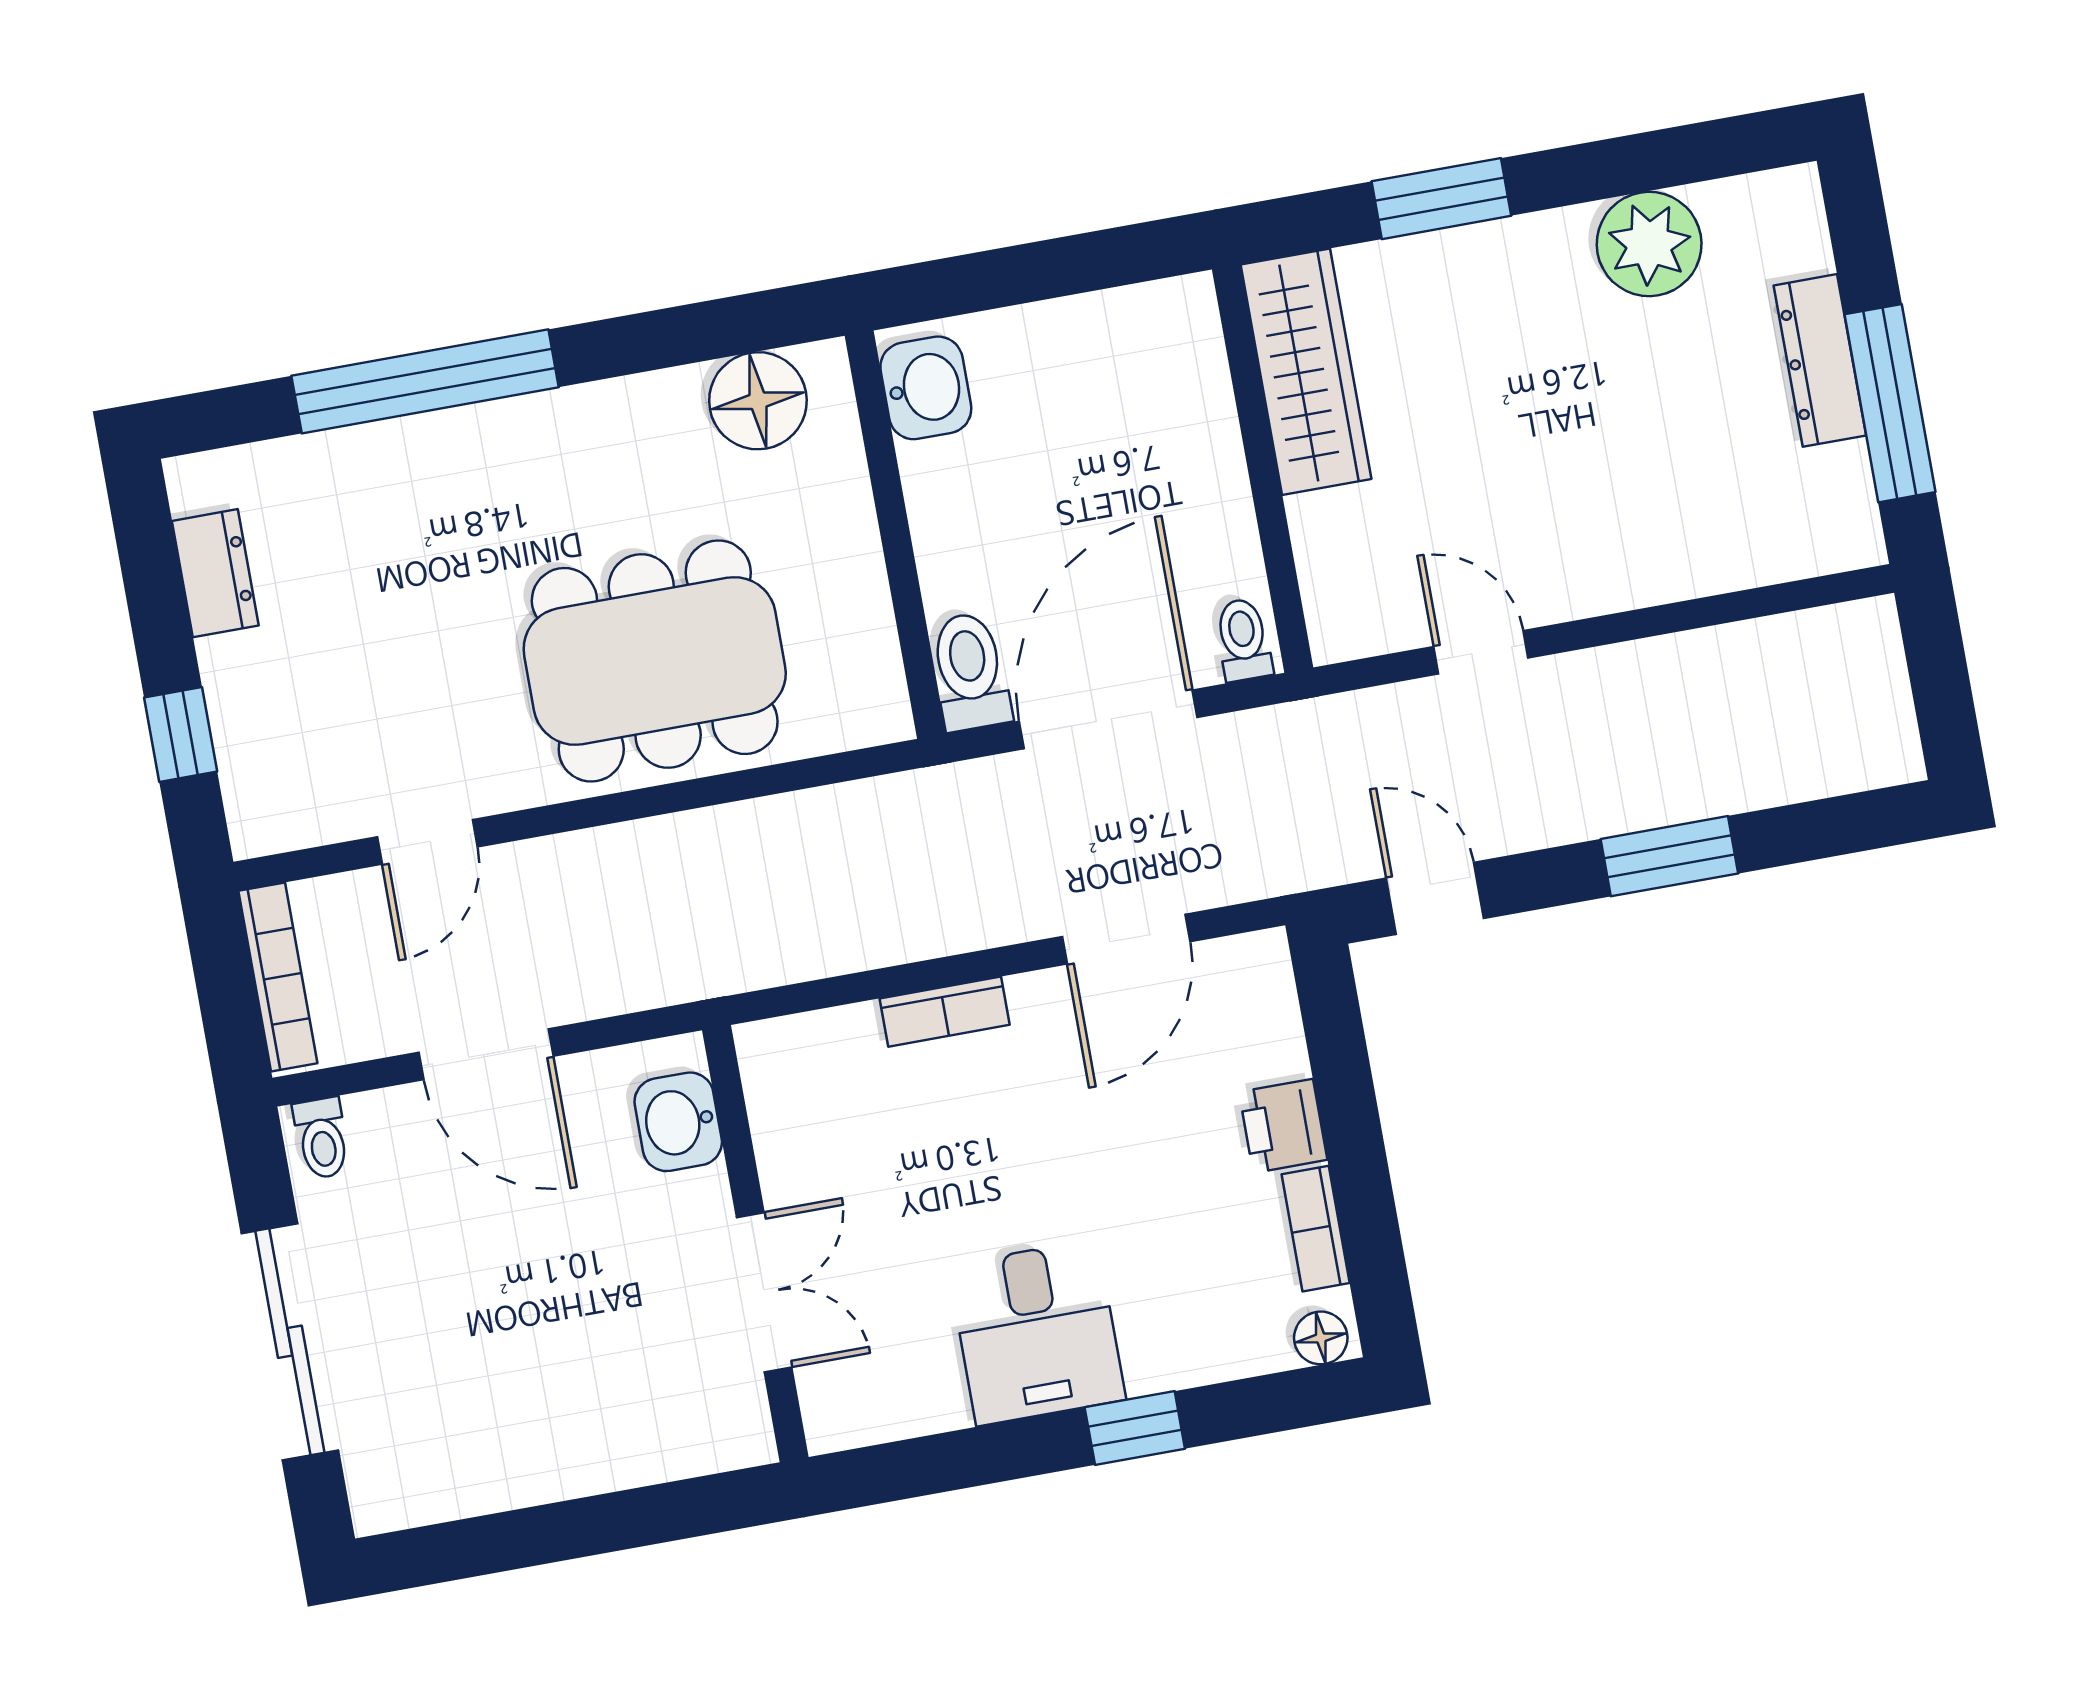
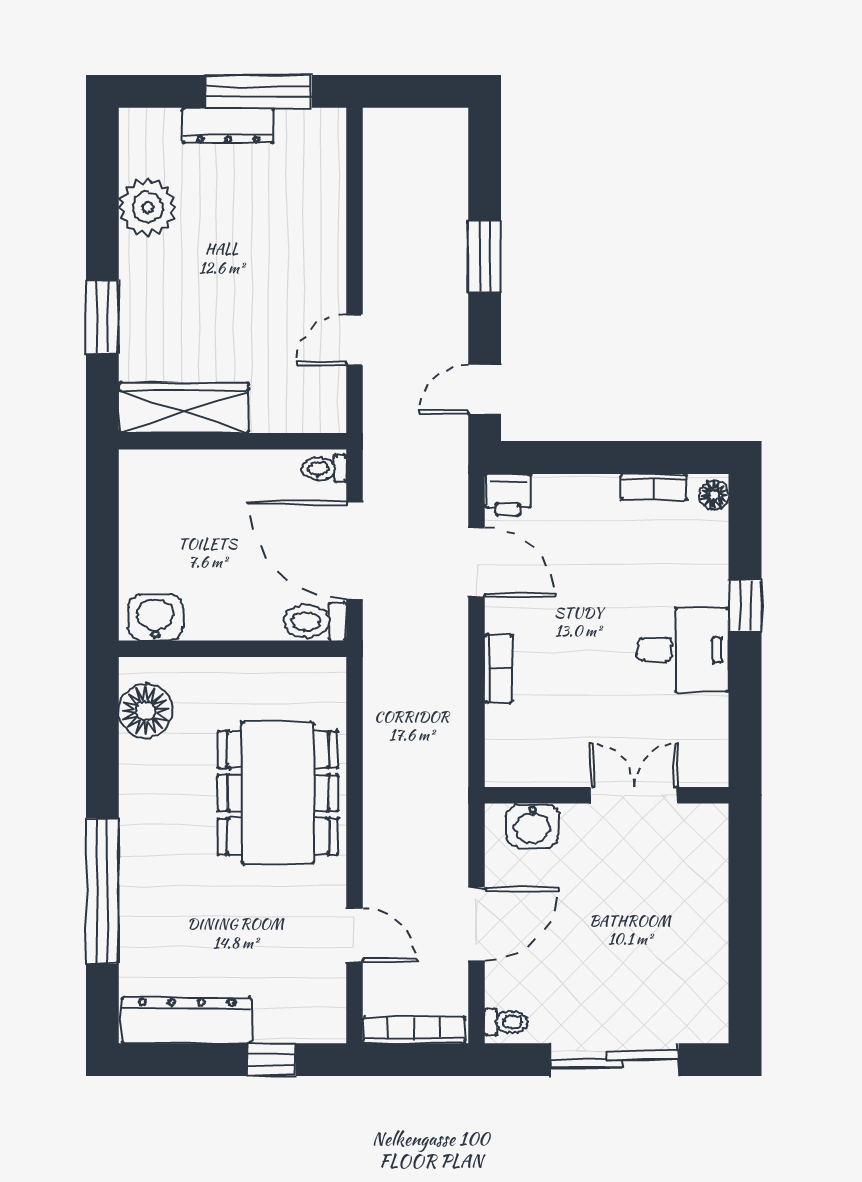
dresser: (215, 573) -> (187, 1020), width x1.96, depth x1.24
printer: (1283, 1126) -> (508, 495), moved

